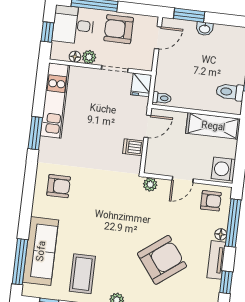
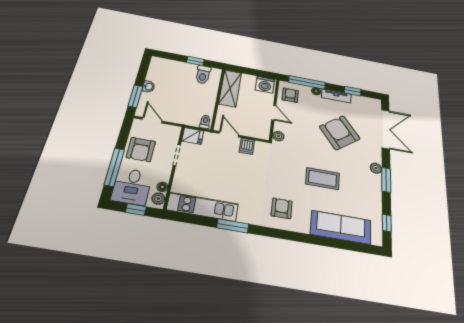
plant: (89, 57) -> (158, 199), moved
window: (20, 262) -> (352, 246), removed
coffee table: (82, 274) -> (323, 179), moved

